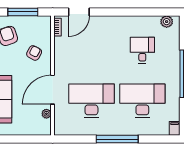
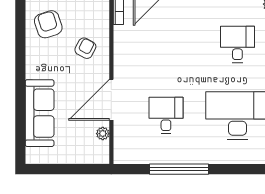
desk: (91, 101) -> (166, 115), width x0.53, depth x0.77
window: (117, 139) -> (179, 169), moved

